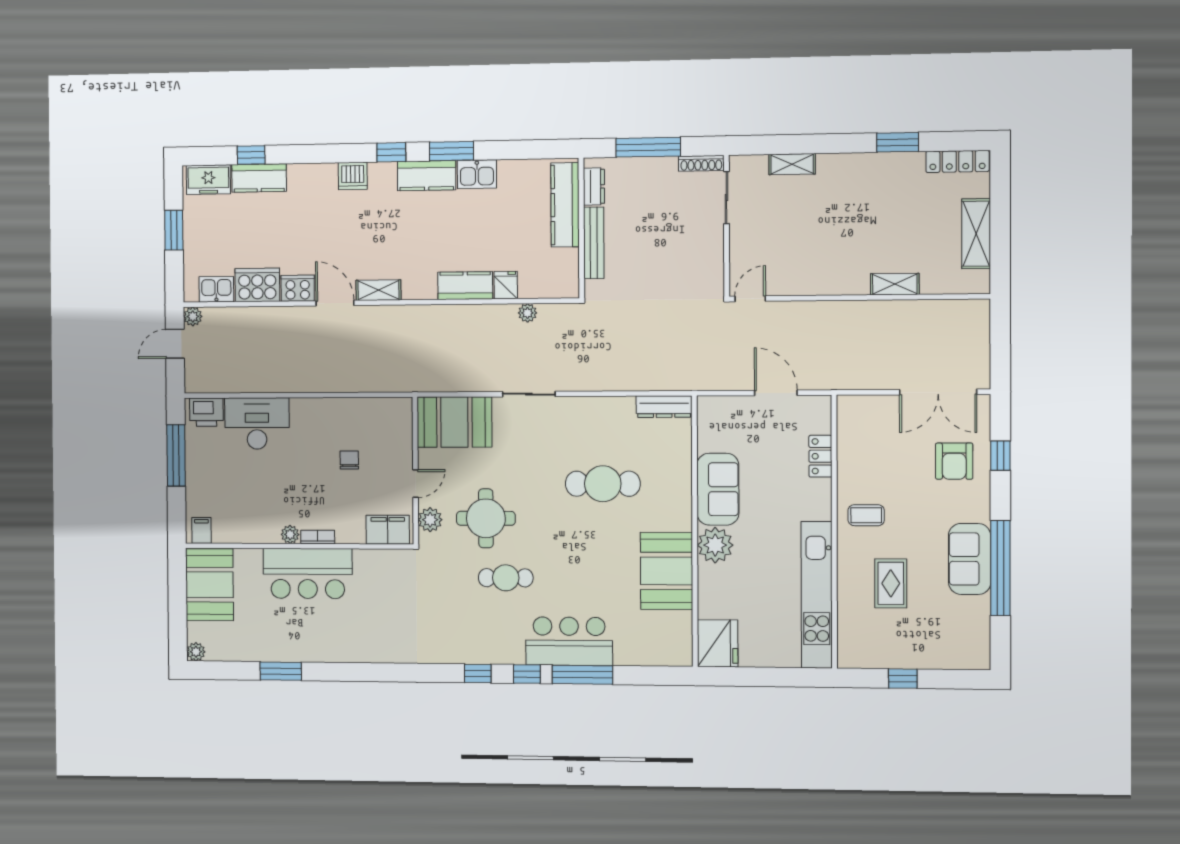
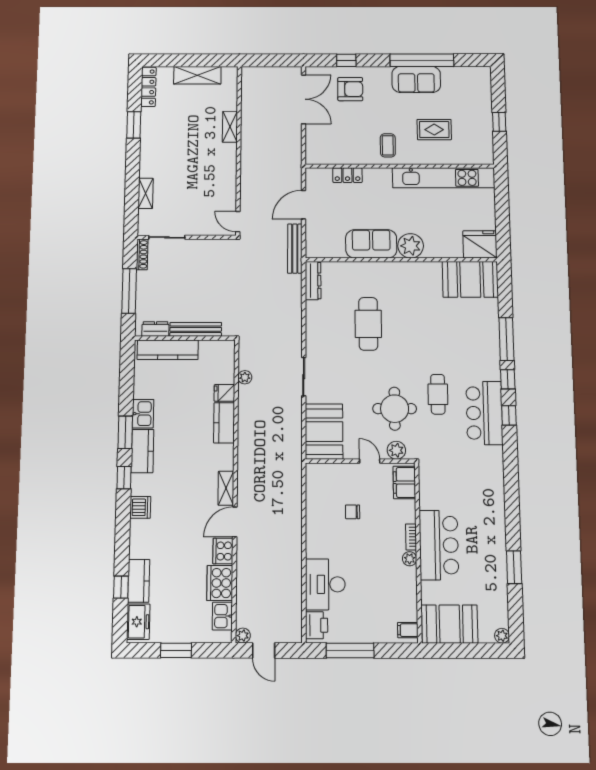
bench: (711, 381) -> (295, 249), added
booth: (667, 571) -> (470, 279), moved
bar counter: (569, 641) -> (484, 413), moved

